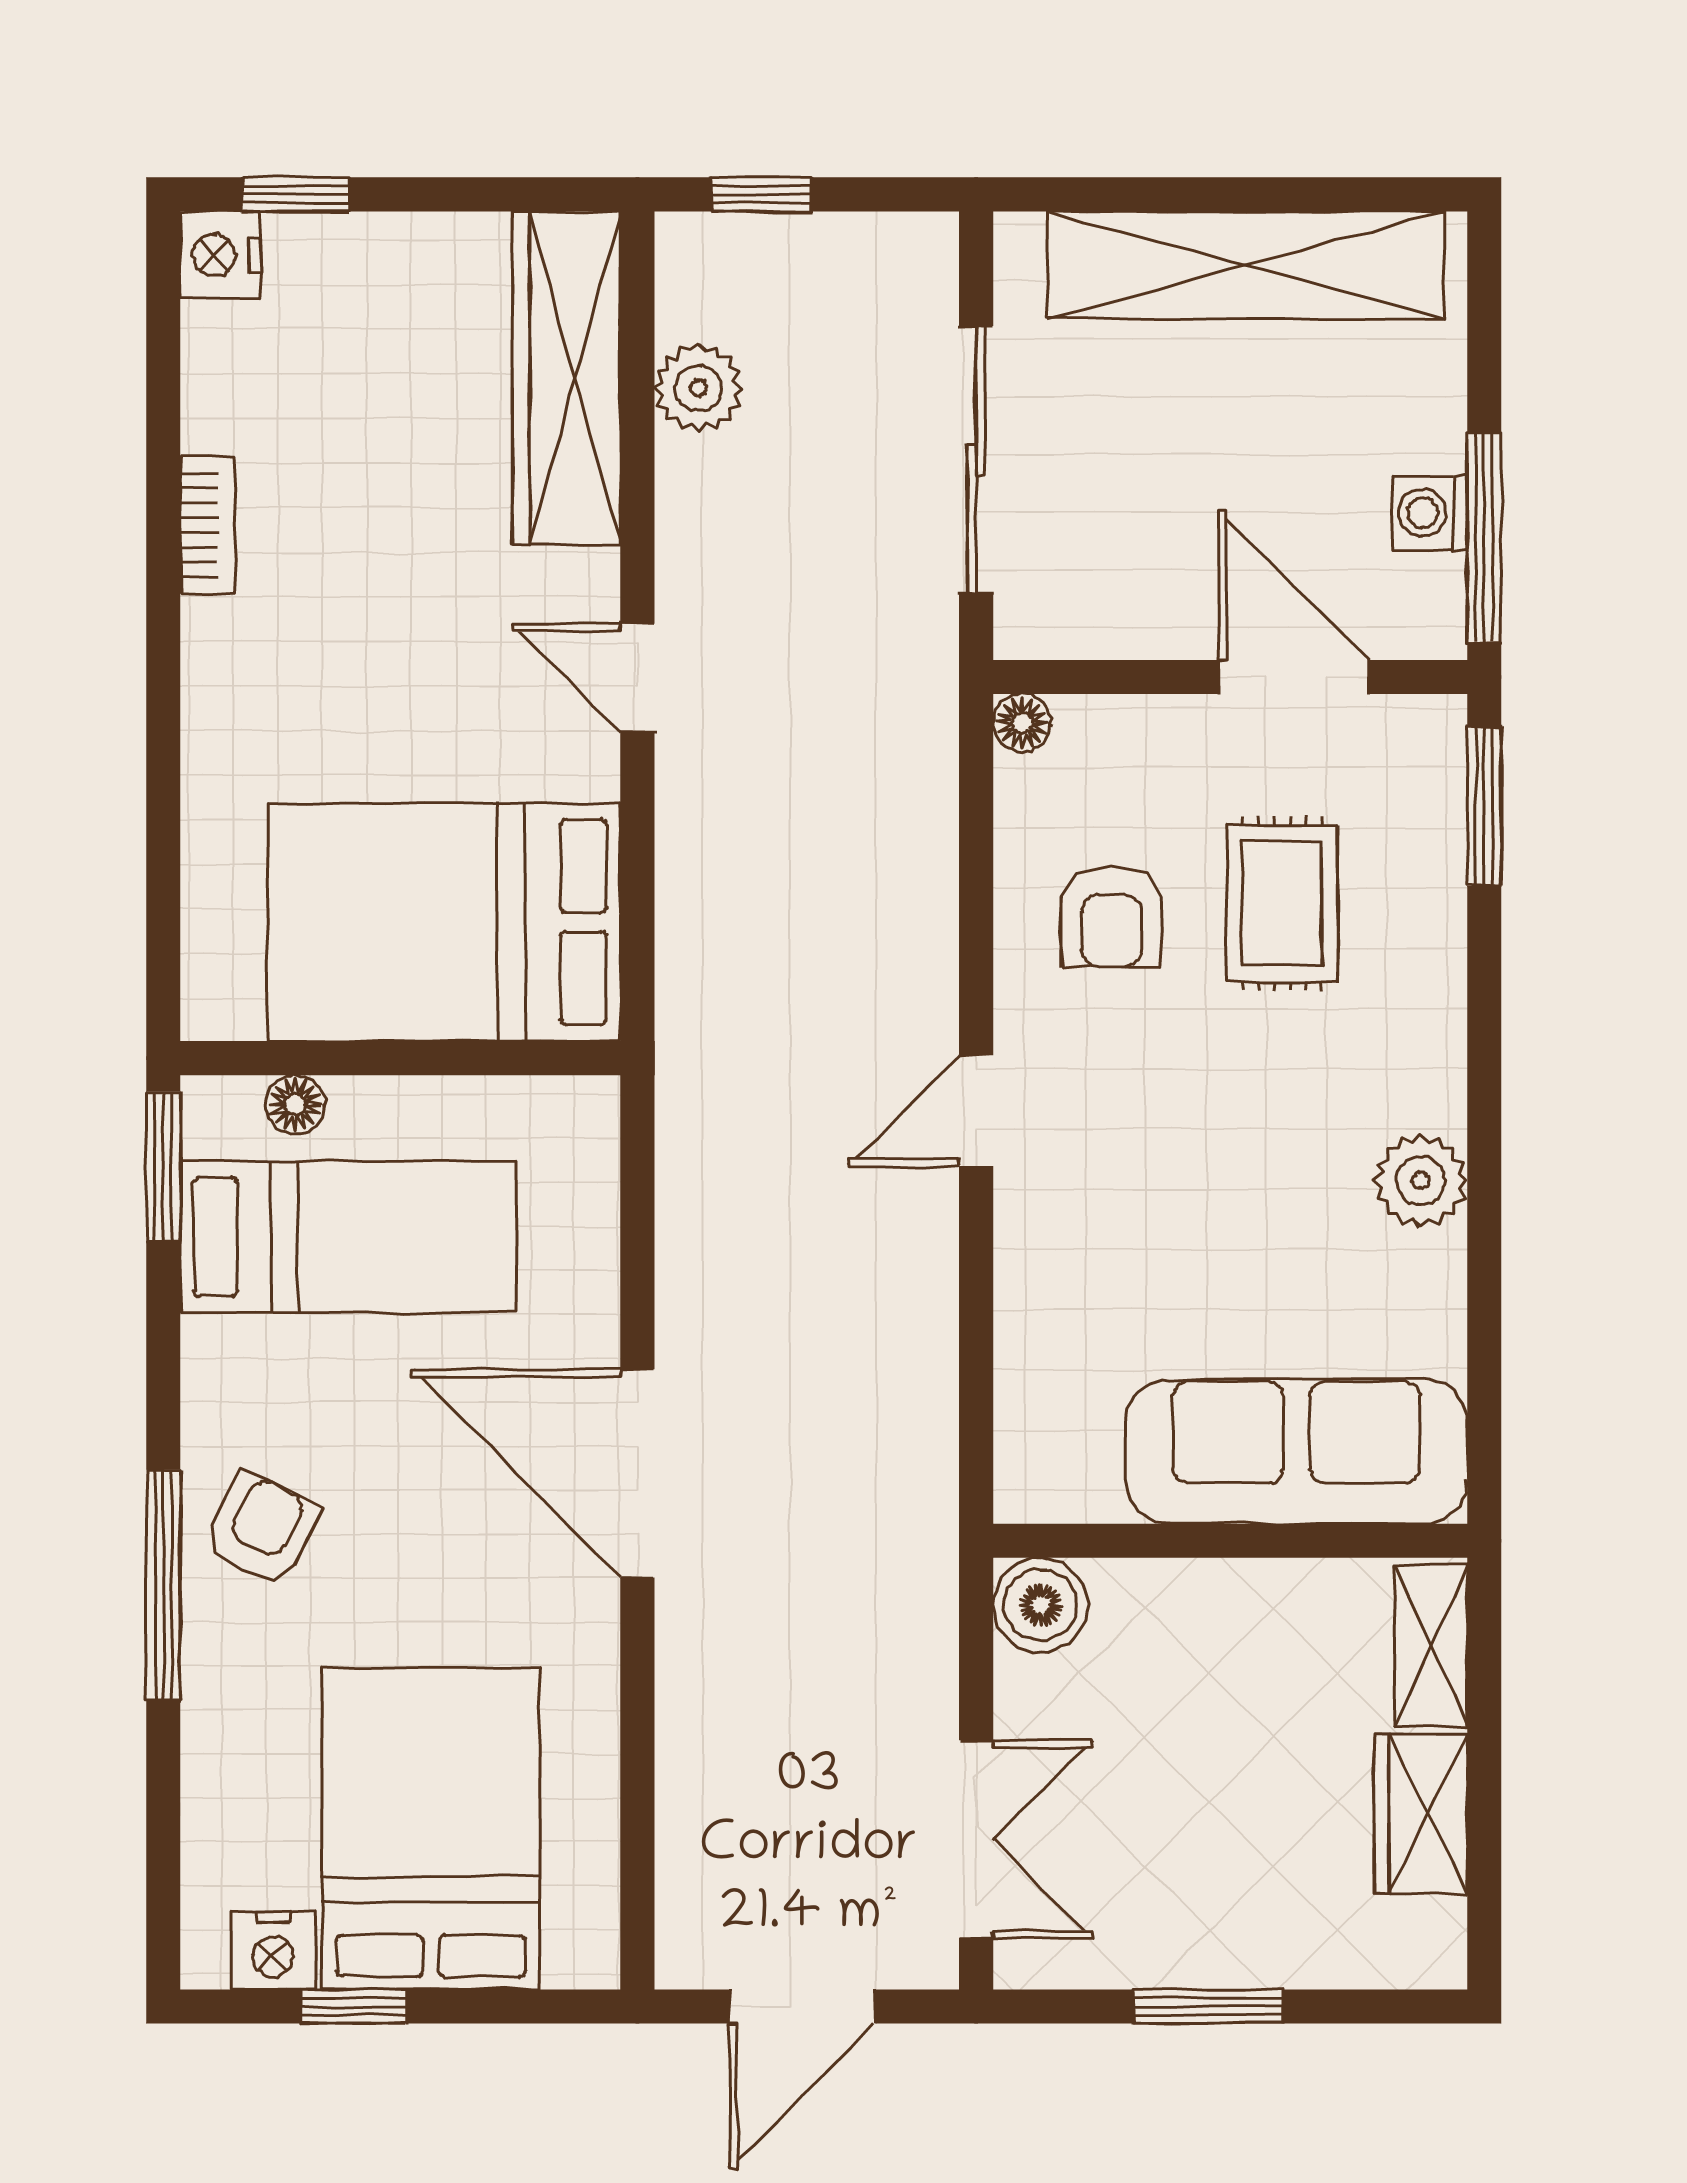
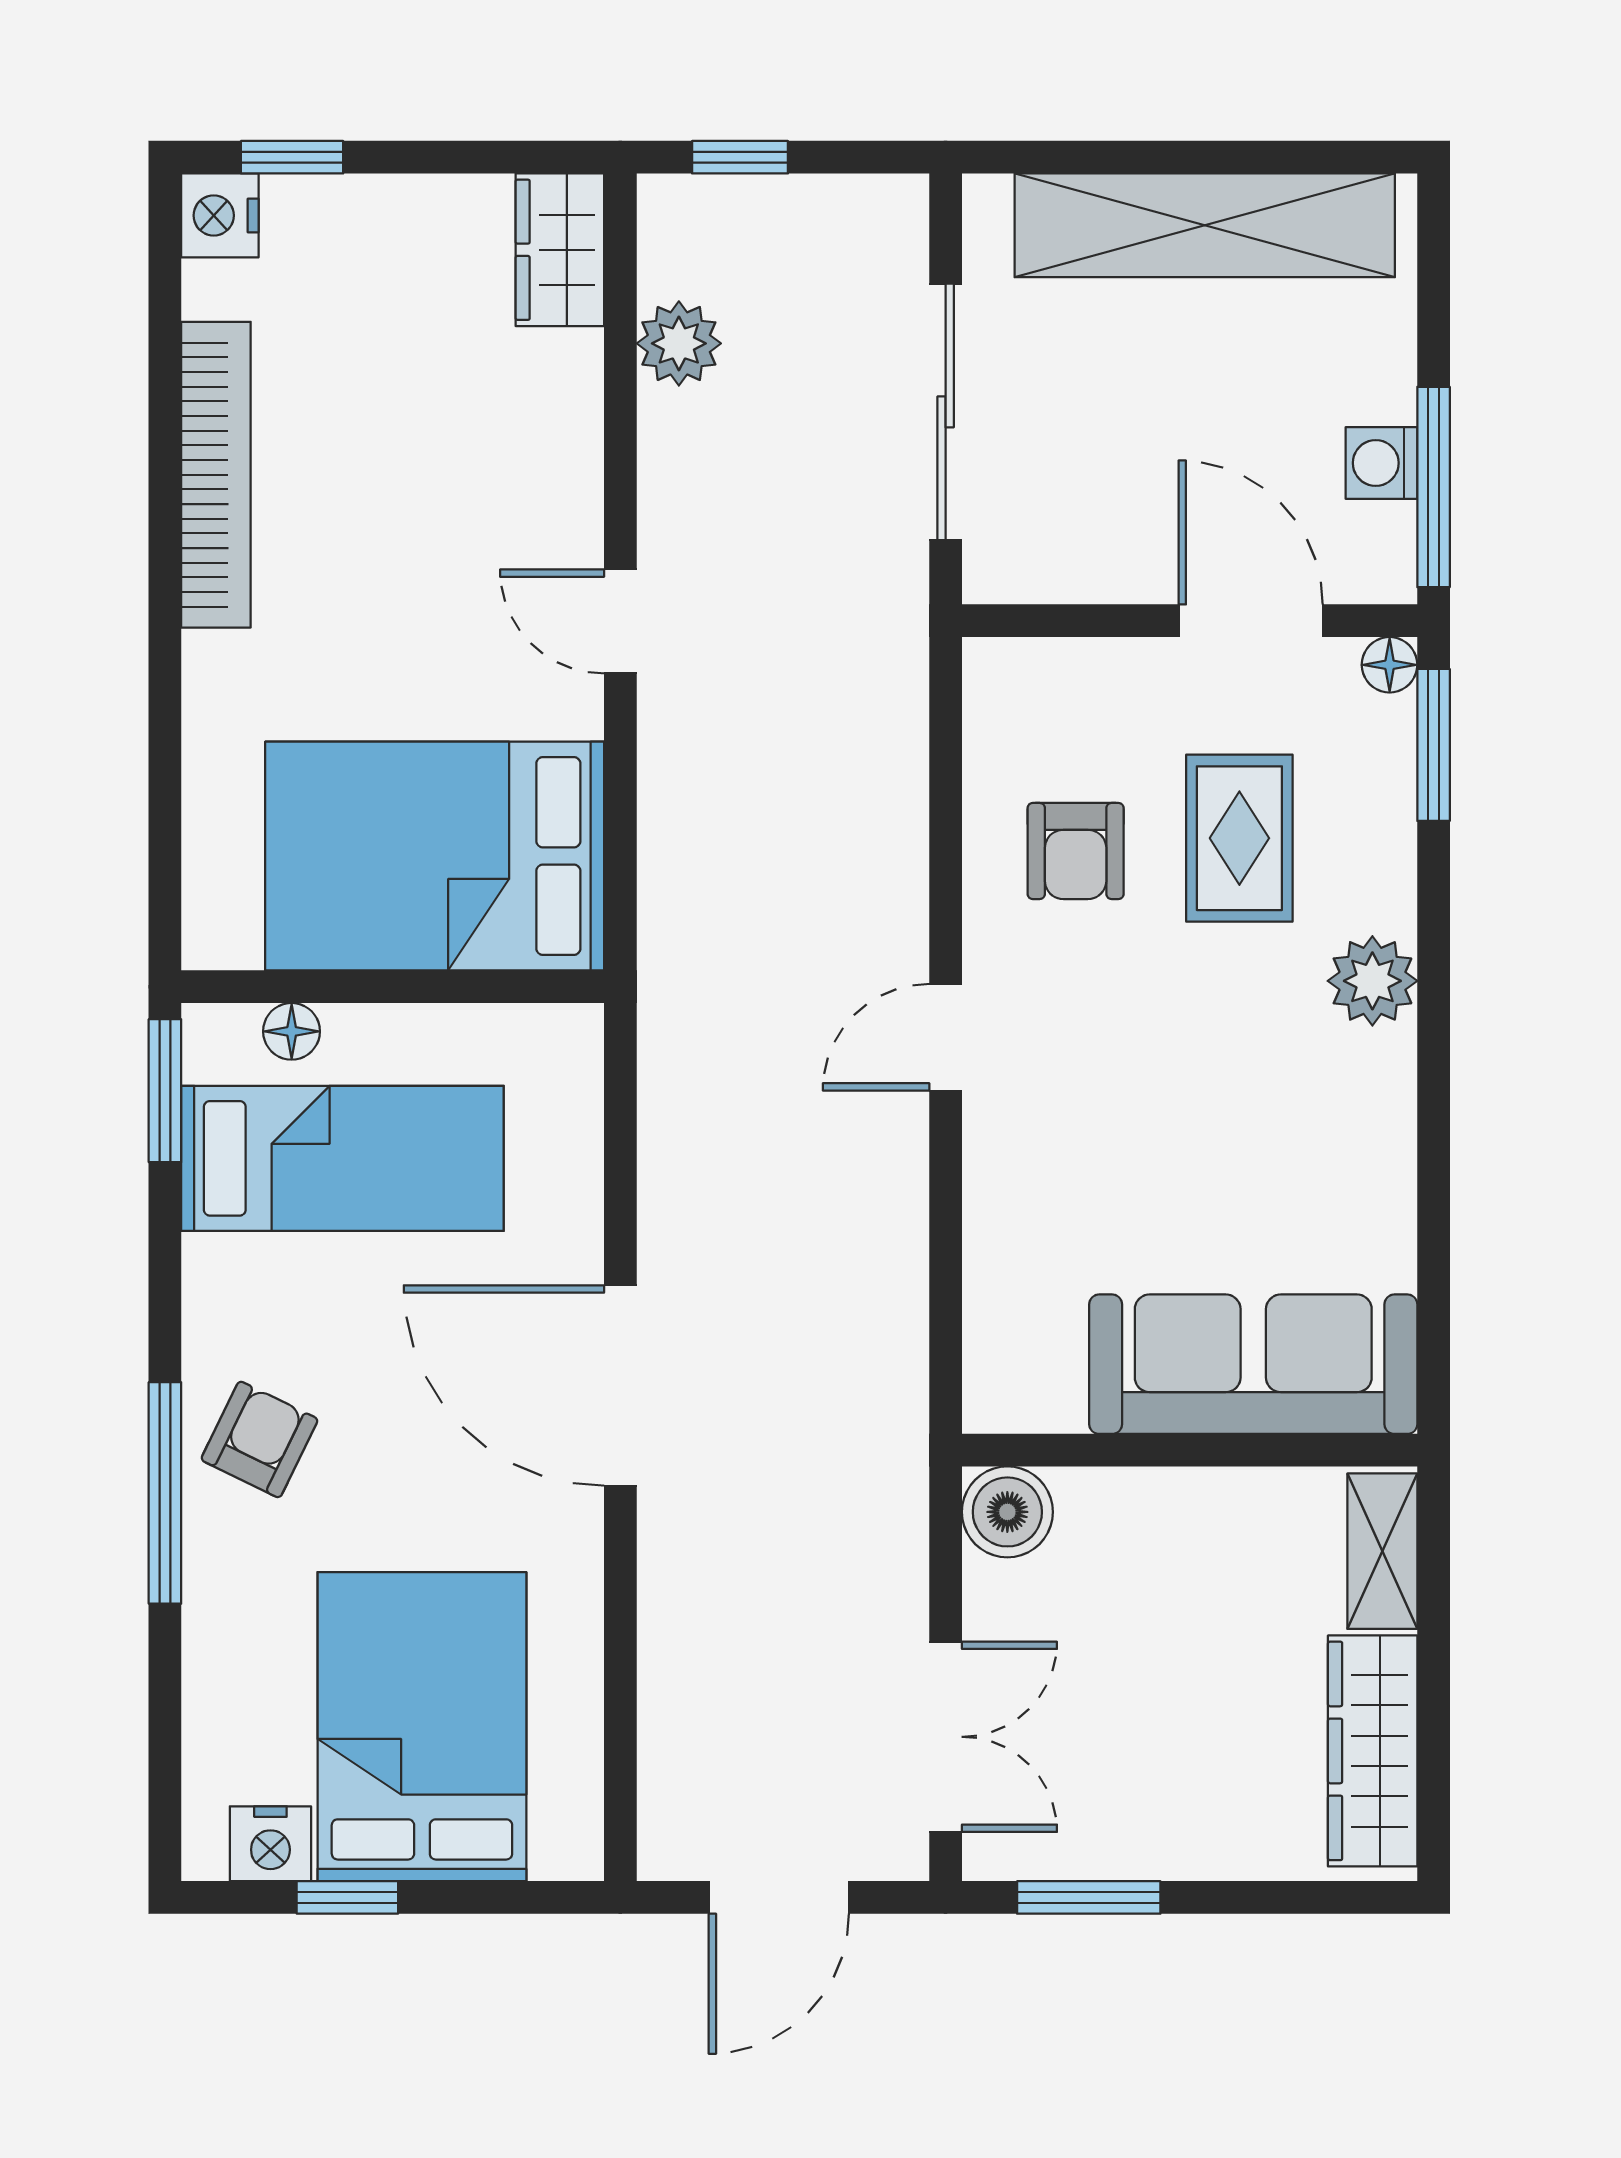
wardrobe: (566, 378) -> (560, 250), width x0.48, depth x0.85
bookcase: (208, 525) -> (216, 475), width x2.31, depth x1.31
floor lamp: (1022, 723) -> (1390, 665), moved
plant: (1421, 1180) -> (1372, 981), moved
wardrobe: (1421, 1814) -> (1373, 1751), width x1.50
window: (1209, 2006) -> (1089, 1897), moved

